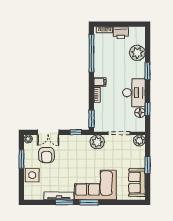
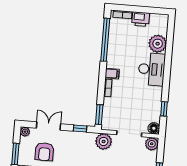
window: (148, 71) -> (168, 65), removed
desk: (134, 93) -> (152, 69), moved
floor lamp: (140, 113) -> (154, 128), moved
double door: (48, 132) -> (48, 126), swing flipped

